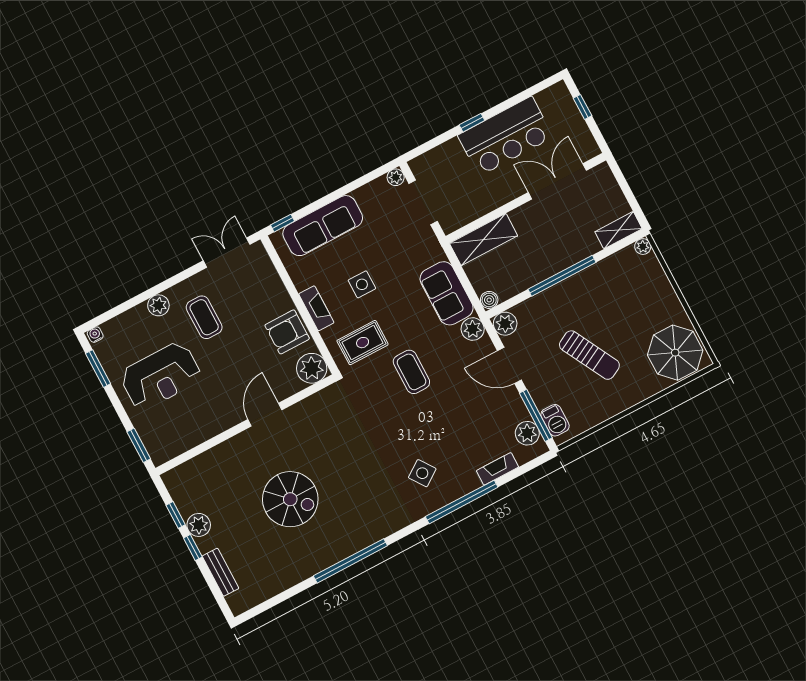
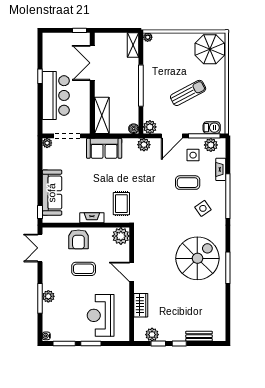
window: (583, 107) -> (79, 30), moved
window: (472, 123) -> (40, 76), moved
bar counter: (505, 136) -> (56, 95), moved
side table: (362, 284) -> (193, 155), moved
sofa: (447, 293) -> (104, 148), moved
window: (148, 294) -> (40, 298), added
coffee table: (204, 317) -> (84, 269), moved
armchair: (287, 332) -> (78, 239), moved
coffee table: (411, 372) -> (188, 183), moved
reception desk: (161, 376) -> (101, 315), moved, turned 180
window: (139, 445) -> (91, 343), moved
wardrobe: (221, 456) -> (141, 305), added
spiral stairs: (290, 499) -> (197, 258), moved, width x1.37, depth x1.37
plant: (199, 525) -> (152, 335), moved
window: (350, 561) -> (228, 268), width x0.68

